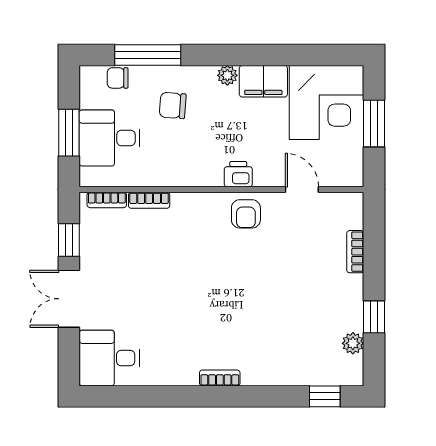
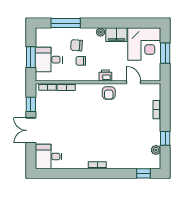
chair: (118, 78) -> (81, 61), moved

